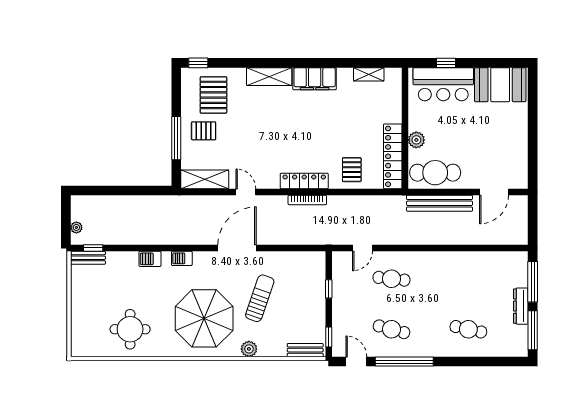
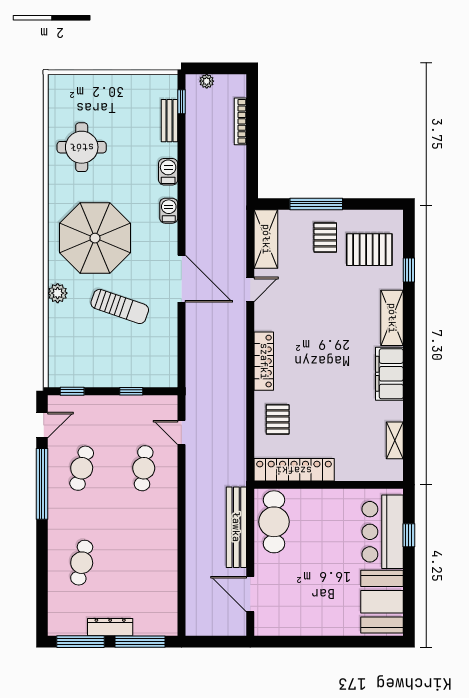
window: (198, 63) -> (409, 270), moved
plant: (416, 140) -> (314, 499), removed
pallet: (352, 170) -> (278, 419), turned 90
bookcase: (307, 200) -> (240, 121), moved
bench: (88, 258) -> (169, 121), moved
bench: (305, 350) -> (56, 362), removed

